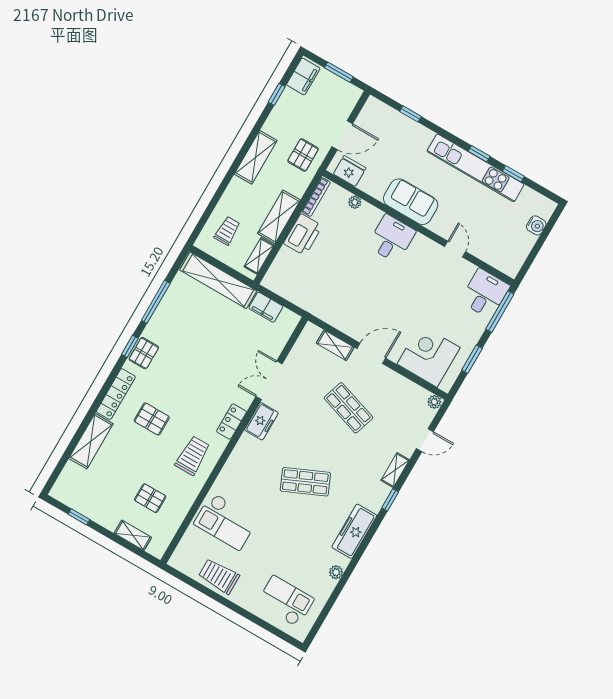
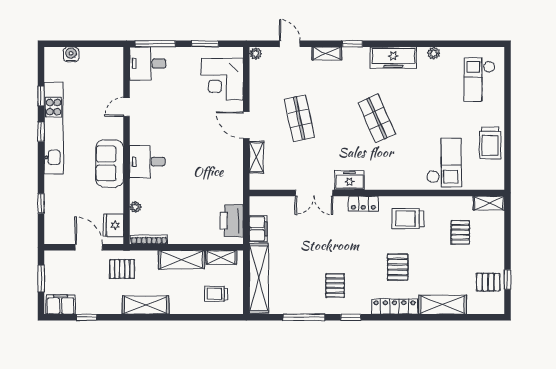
printer: (303, 235) -> (232, 221), moved, turned -90
pallet: (144, 353) -> (335, 286), moved, turned 90
shop shelf: (348, 408) -> (299, 118), turned -30
pallet: (87, 497) -> (488, 282), added
shelving: (133, 535) -> (489, 203), moved, turned 90

